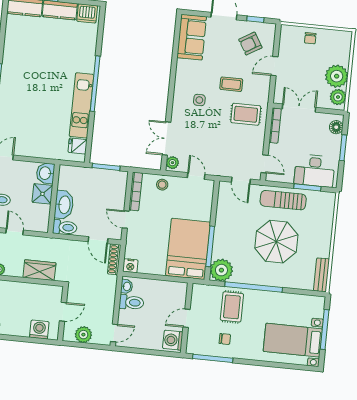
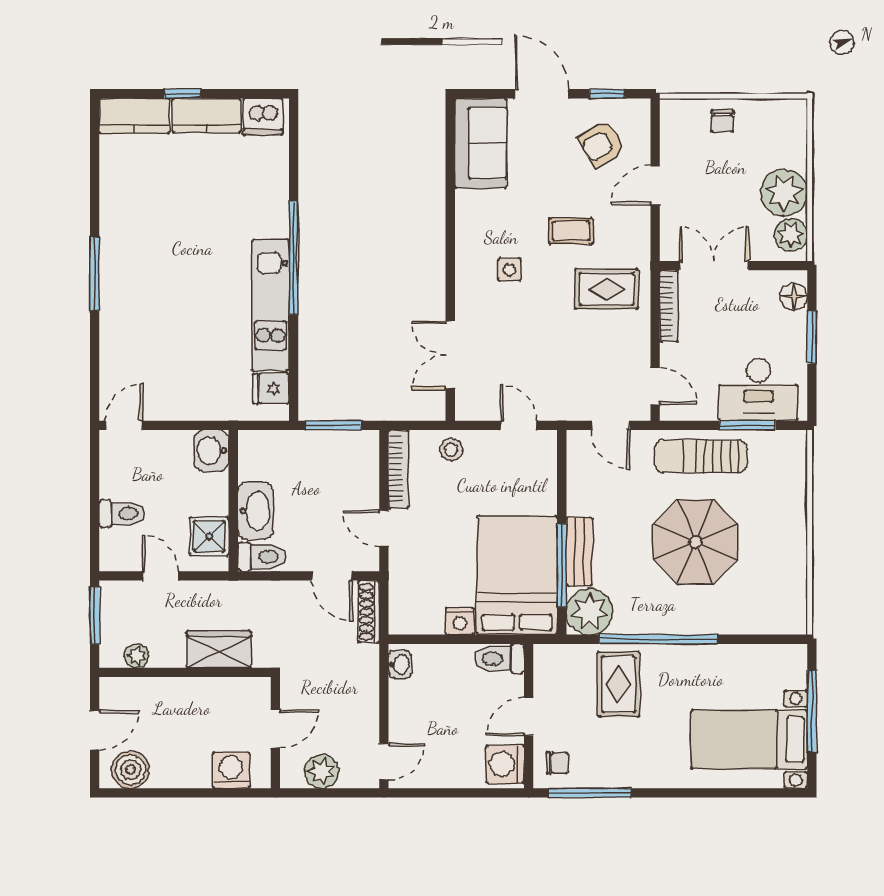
plant: (172, 163) -> (468, 403), removed
shower: (42, 194) -> (209, 536), moved
nightstand: (130, 266) -> (460, 621), moved
bench: (322, 275) -> (579, 552), moved
toilet: (131, 302) -> (500, 659), moved, turned 180
chair: (225, 339) -> (557, 763), moved

